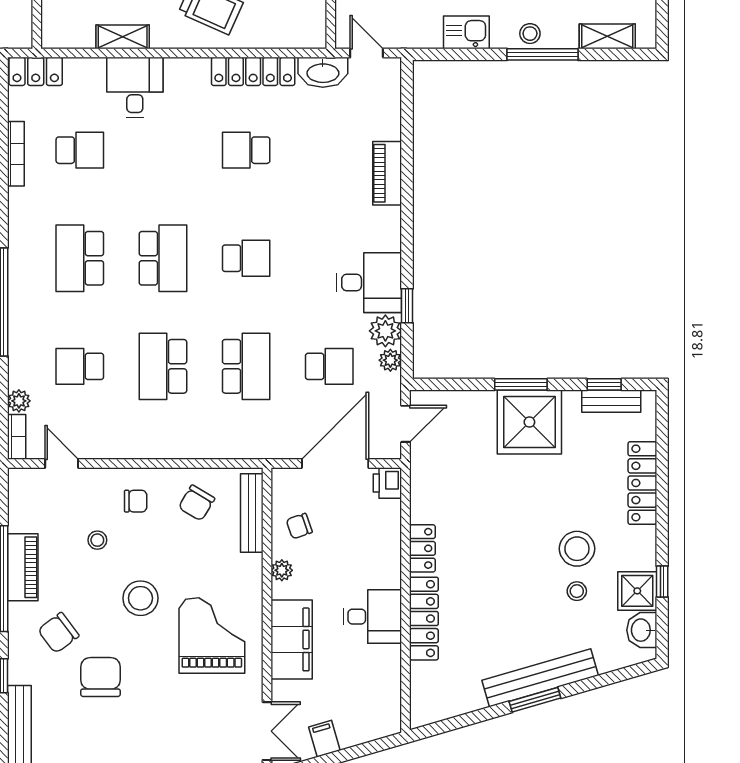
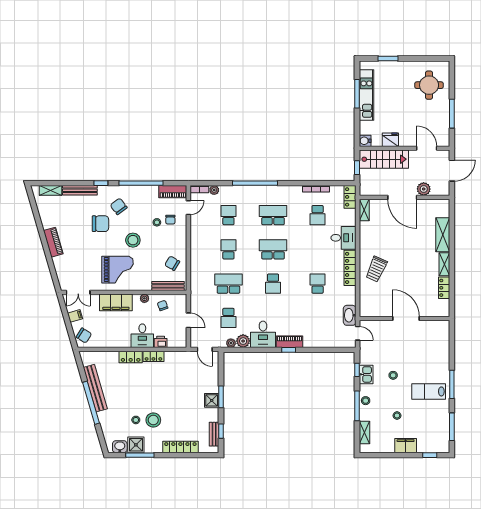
shelving: (123, 37) -> (364, 210), moved
door: (367, 53) -> (358, 333), hinge flipped
window: (455, 54) -> (357, 370), added
locker: (253, 71) -> (350, 268), moved
piano: (387, 173) -> (289, 342), moved
school desk: (163, 258) -> (273, 249), turned 180
window: (407, 306) -> (289, 350), moved
school desk: (163, 366) -> (228, 249), width x0.54
school desk: (246, 366) -> (228, 284), turned 180
shower: (529, 422) -> (212, 400), width x0.54, depth x0.54
door: (335, 463) -> (188, 320), width x0.53
printer: (387, 483) -> (161, 342), moved
chair: (136, 501) -> (170, 220), moved
piano: (23, 567) -> (173, 192), moved
window: (662, 582) -> (140, 455), width x2.17
desk: (372, 617) -> (142, 336), moved
locker: (424, 619) -> (131, 357), width x0.66
bench: (540, 678) -> (95, 388), moved
window: (535, 700) -> (91, 403), width x2.11
chair: (372, 717) -> (84, 335), added

